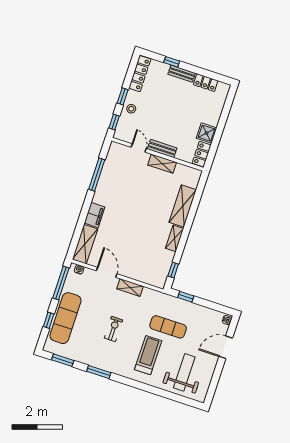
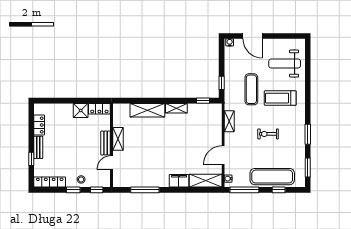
shelving: (130, 287) -> (229, 121), moved

